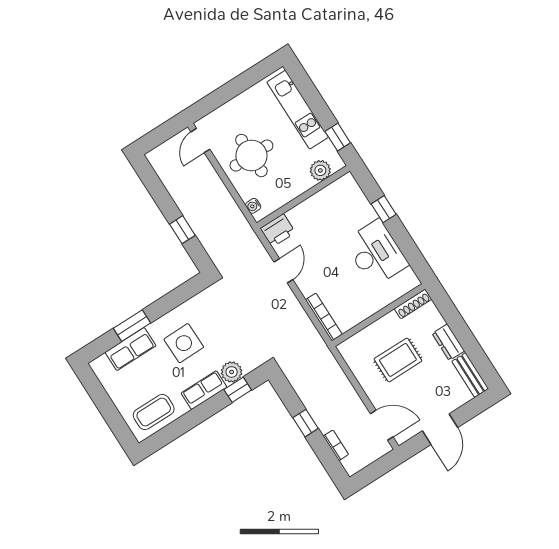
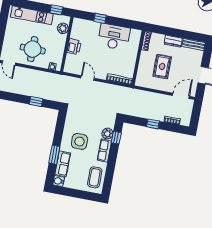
printer: (278, 230) -> (74, 47), moved
water cooler: (101, 366) -> (59, 181), added

